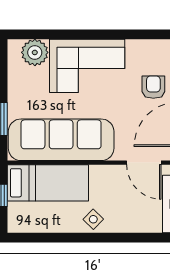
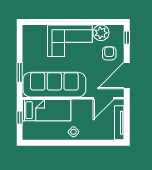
plant: (35, 52) -> (101, 33), moved
door: (144, 163) -> (104, 98), hinge flipped

